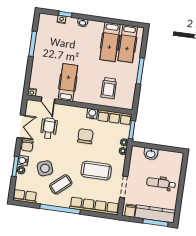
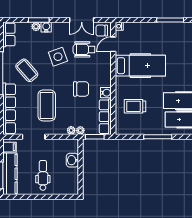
hospital bed: (68, 82) -> (140, 66), width x1.37, depth x1.29
wheelchair: (49, 128) -> (84, 49), turned 180
chair: (27, 146) -> (102, 31), moved
side table: (45, 168) -> (58, 57), moved

